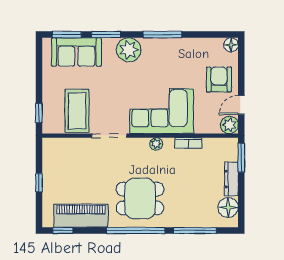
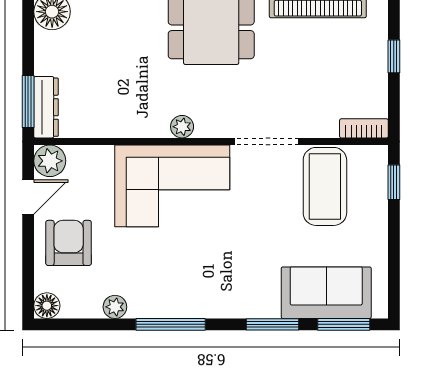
plant: (129, 50) -> (115, 307), moved, width x0.53, depth x0.53
armchair: (219, 80) -> (69, 243), turned 180
bookcase: (188, 143) -> (364, 128), moved
dresser: (231, 179) -> (46, 107), moved

